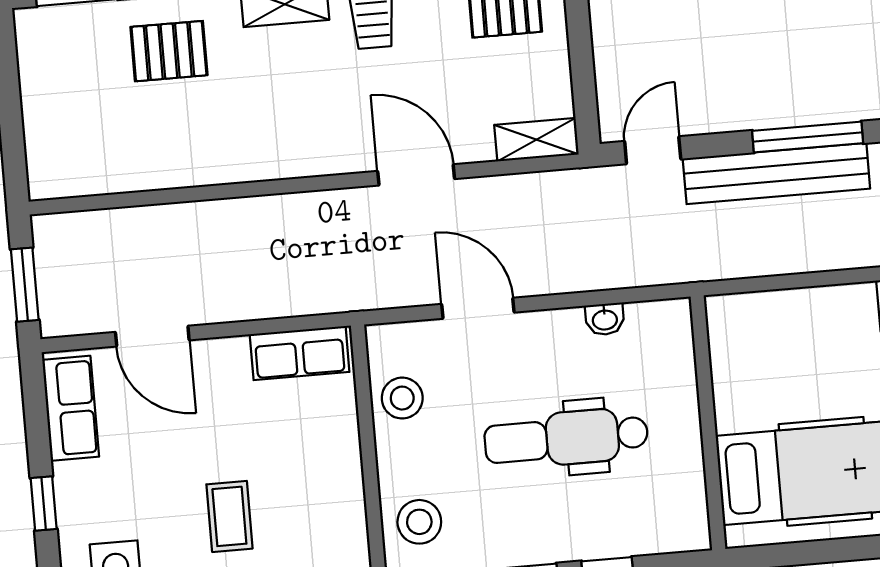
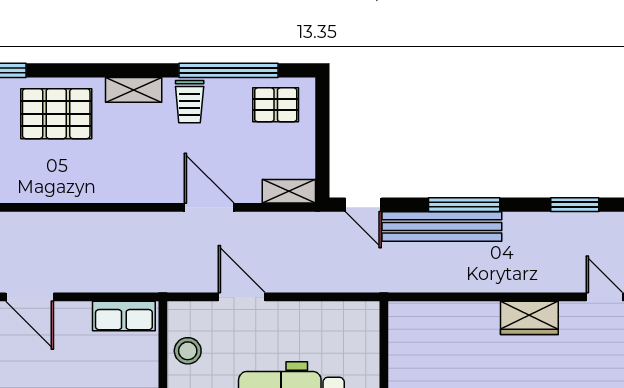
pallet: (169, 51) -> (56, 114), width x1.50, depth x1.42
door: (653, 150) -> (363, 205), swing flipped
washbasin: (605, 319) -> (323, 311), removed

